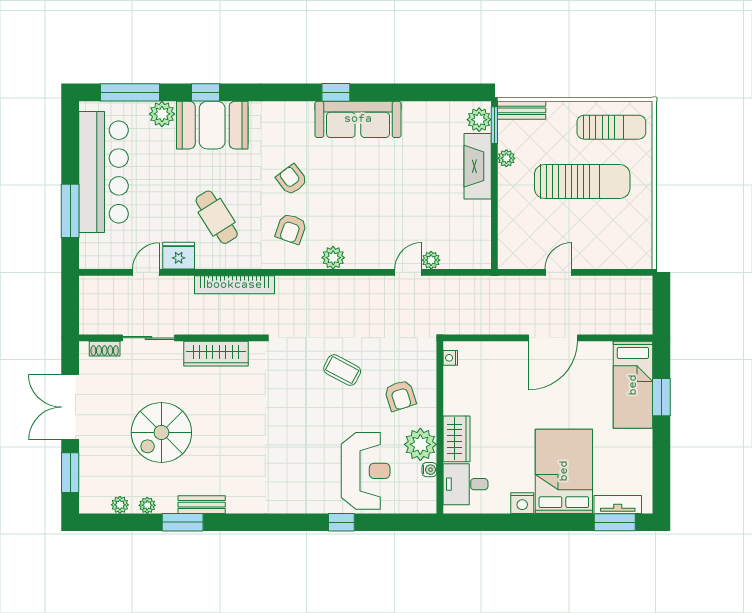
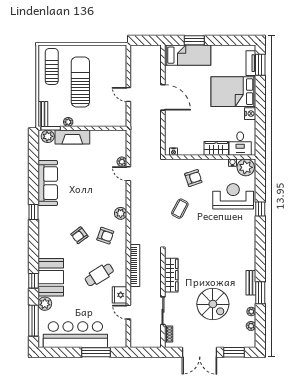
sofa: (358, 119) -> (48, 183), moved
plant: (420, 444) -> (246, 167), moved

